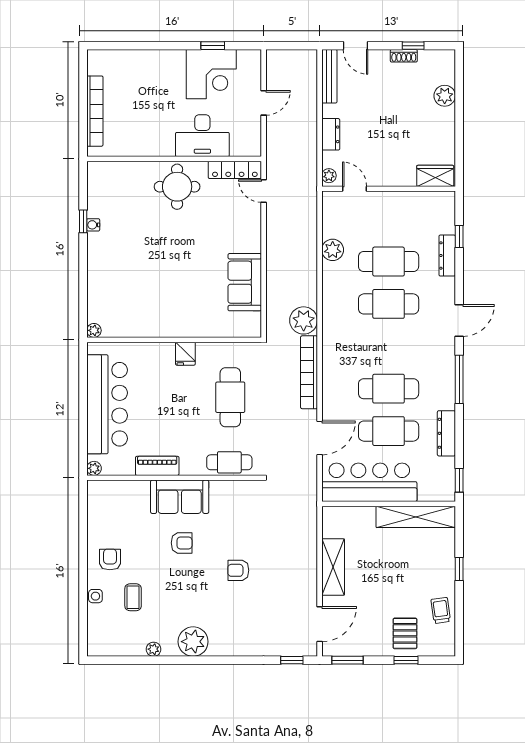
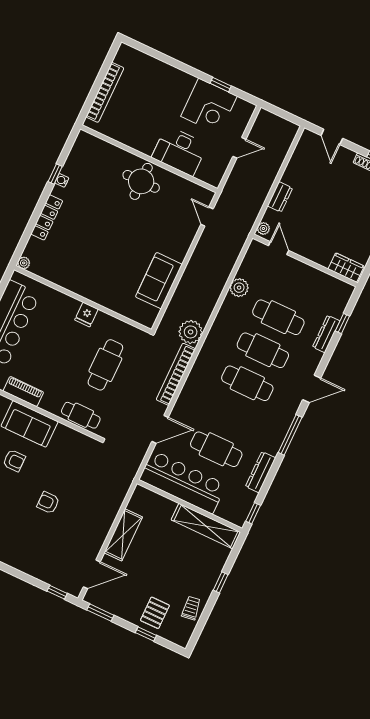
bench: (329, 76) -> (300, 151), removed
locker: (235, 170) -> (47, 217), moved, turned -90
cafe table: (389, 389) -> (247, 383), moved

